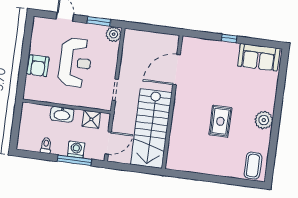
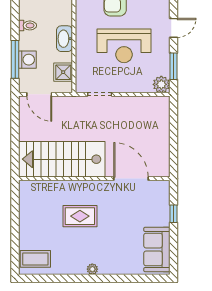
door: (177, 70) -> (131, 179), moved
wall: (172, 102) -> (94, 179), moved
plant: (264, 120) -> (92, 269), width x0.53, depth x0.53
stairs: (151, 128) -> (62, 159), moved

